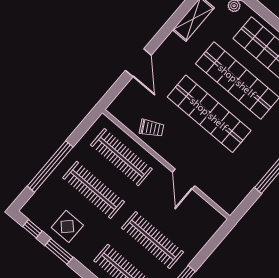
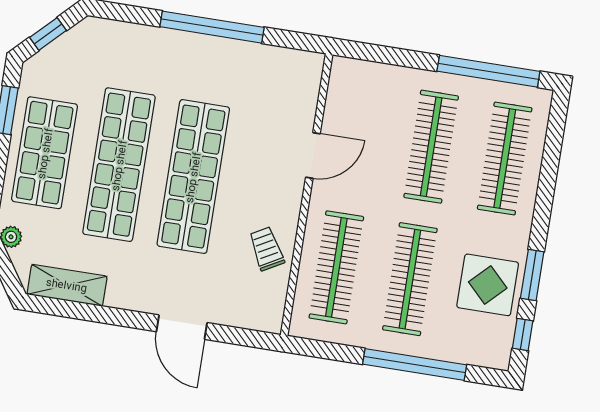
door: (138, 63) -> (182, 327), swing flipped
display table: (67, 226) -> (488, 285), width x1.36, depth x1.36

